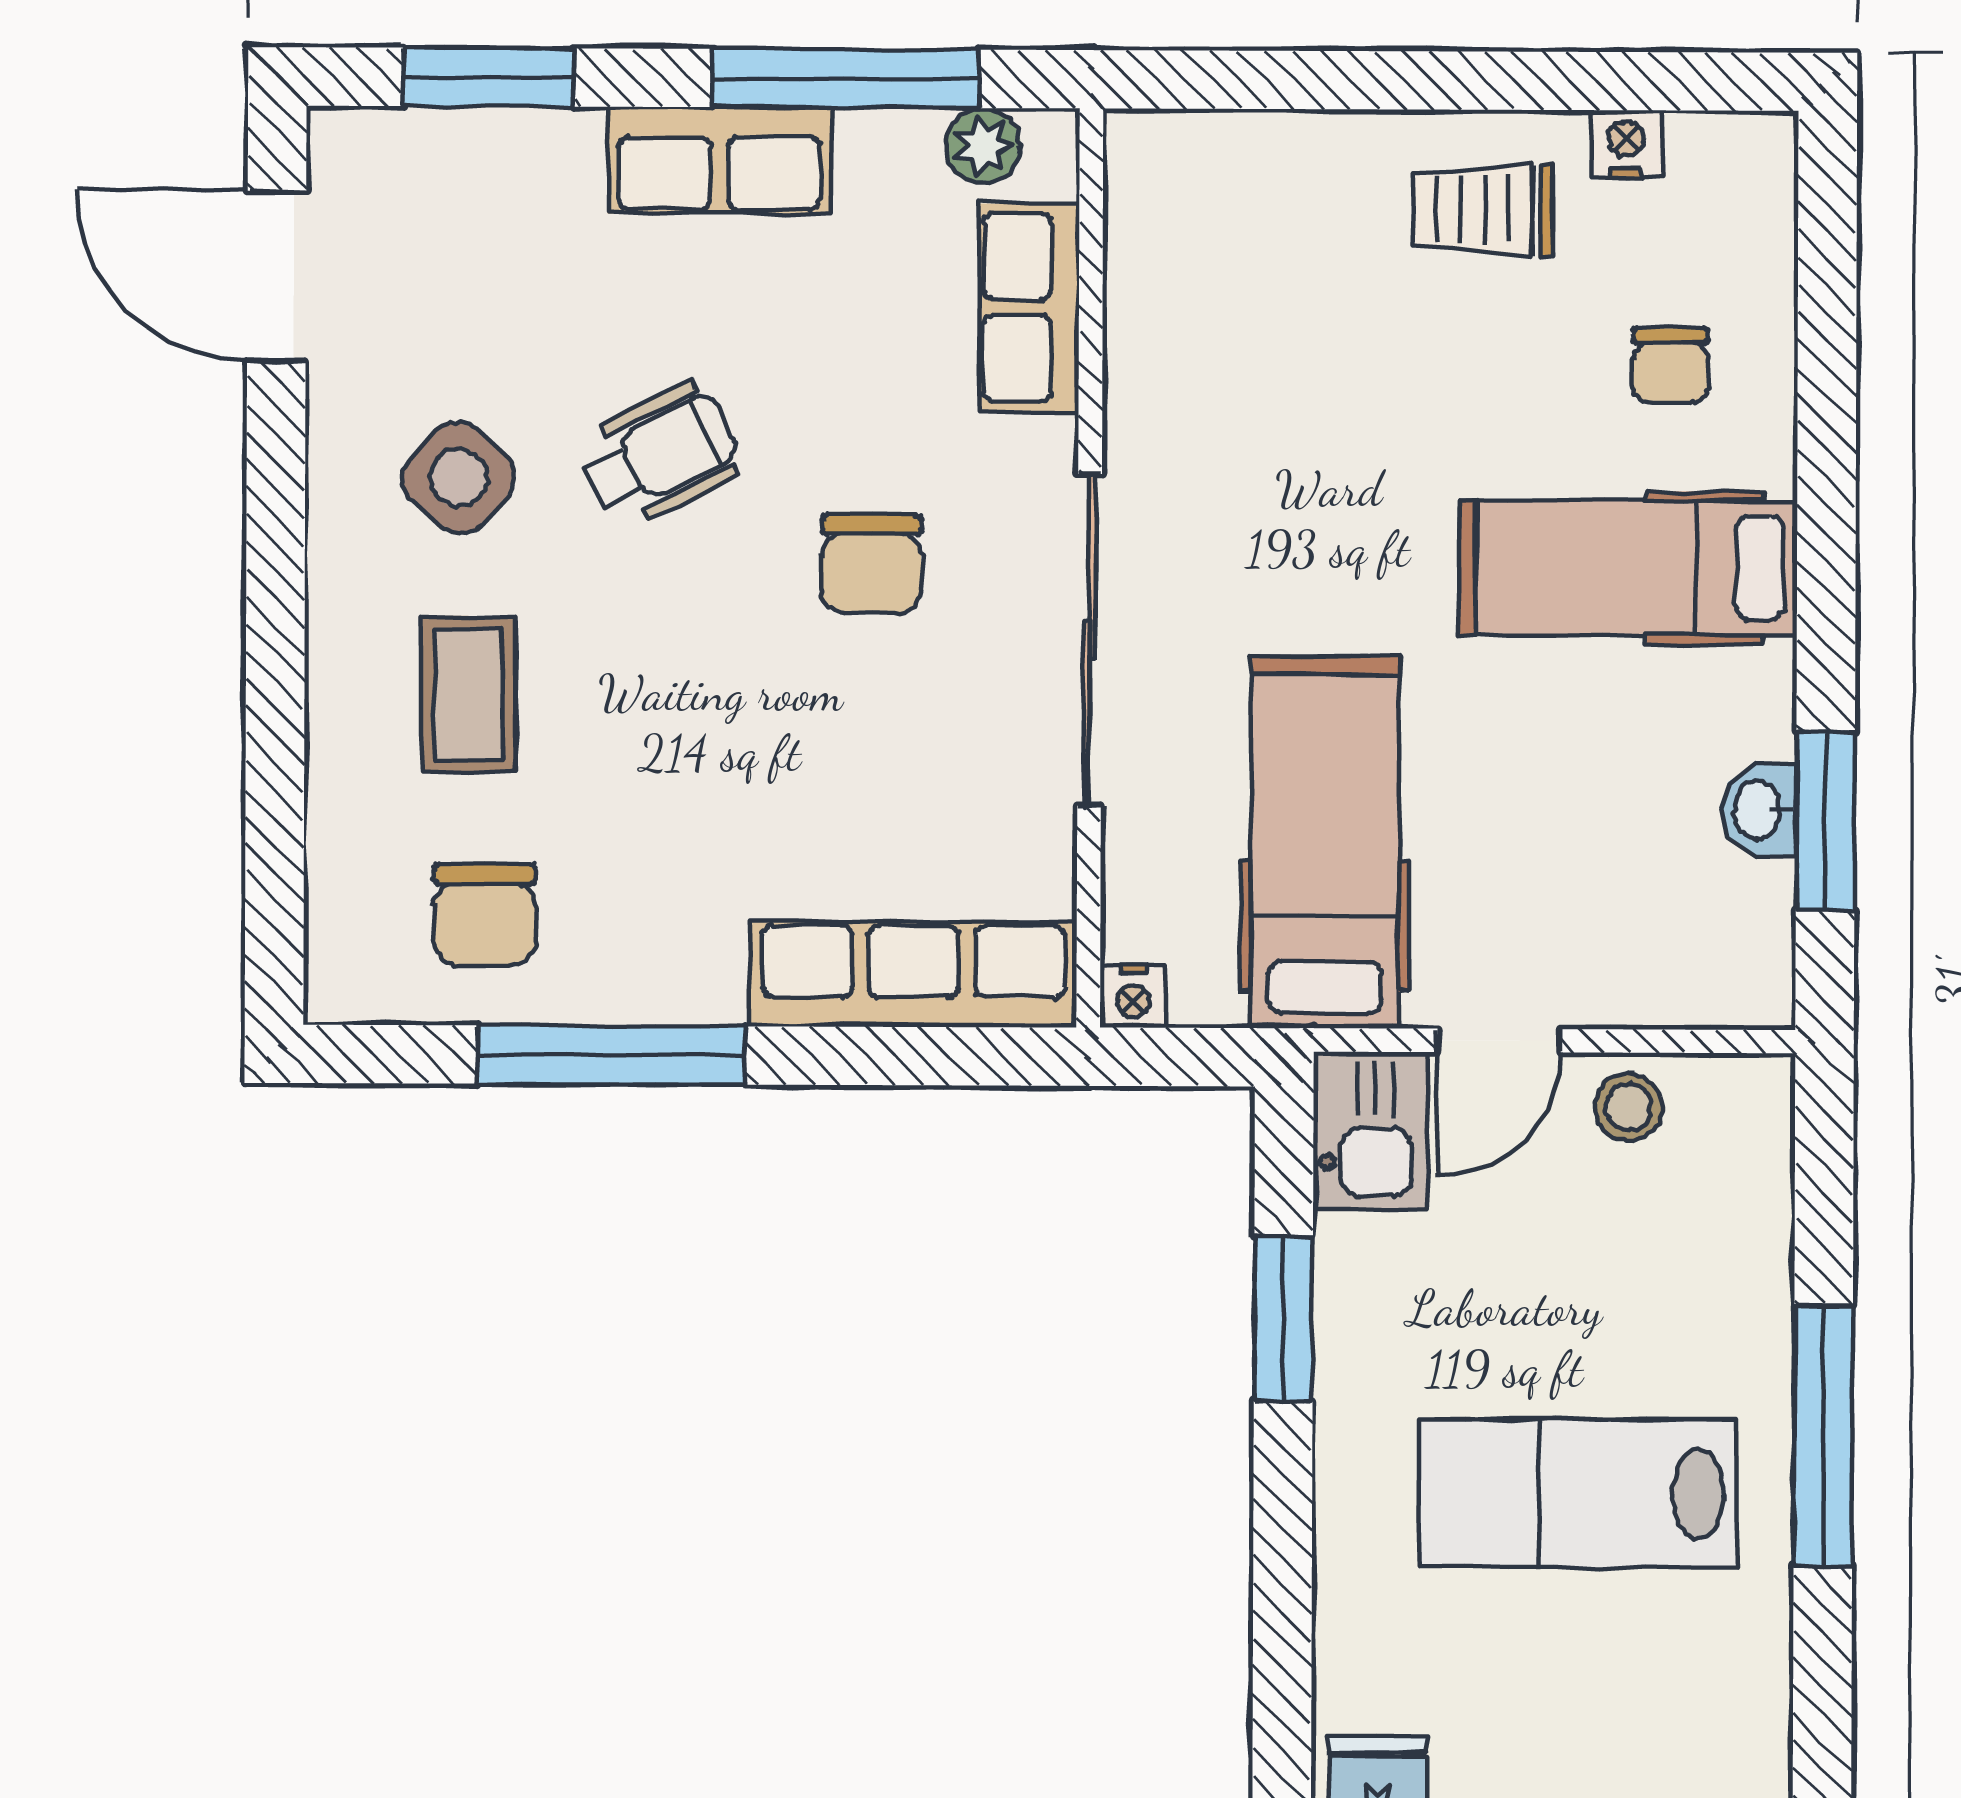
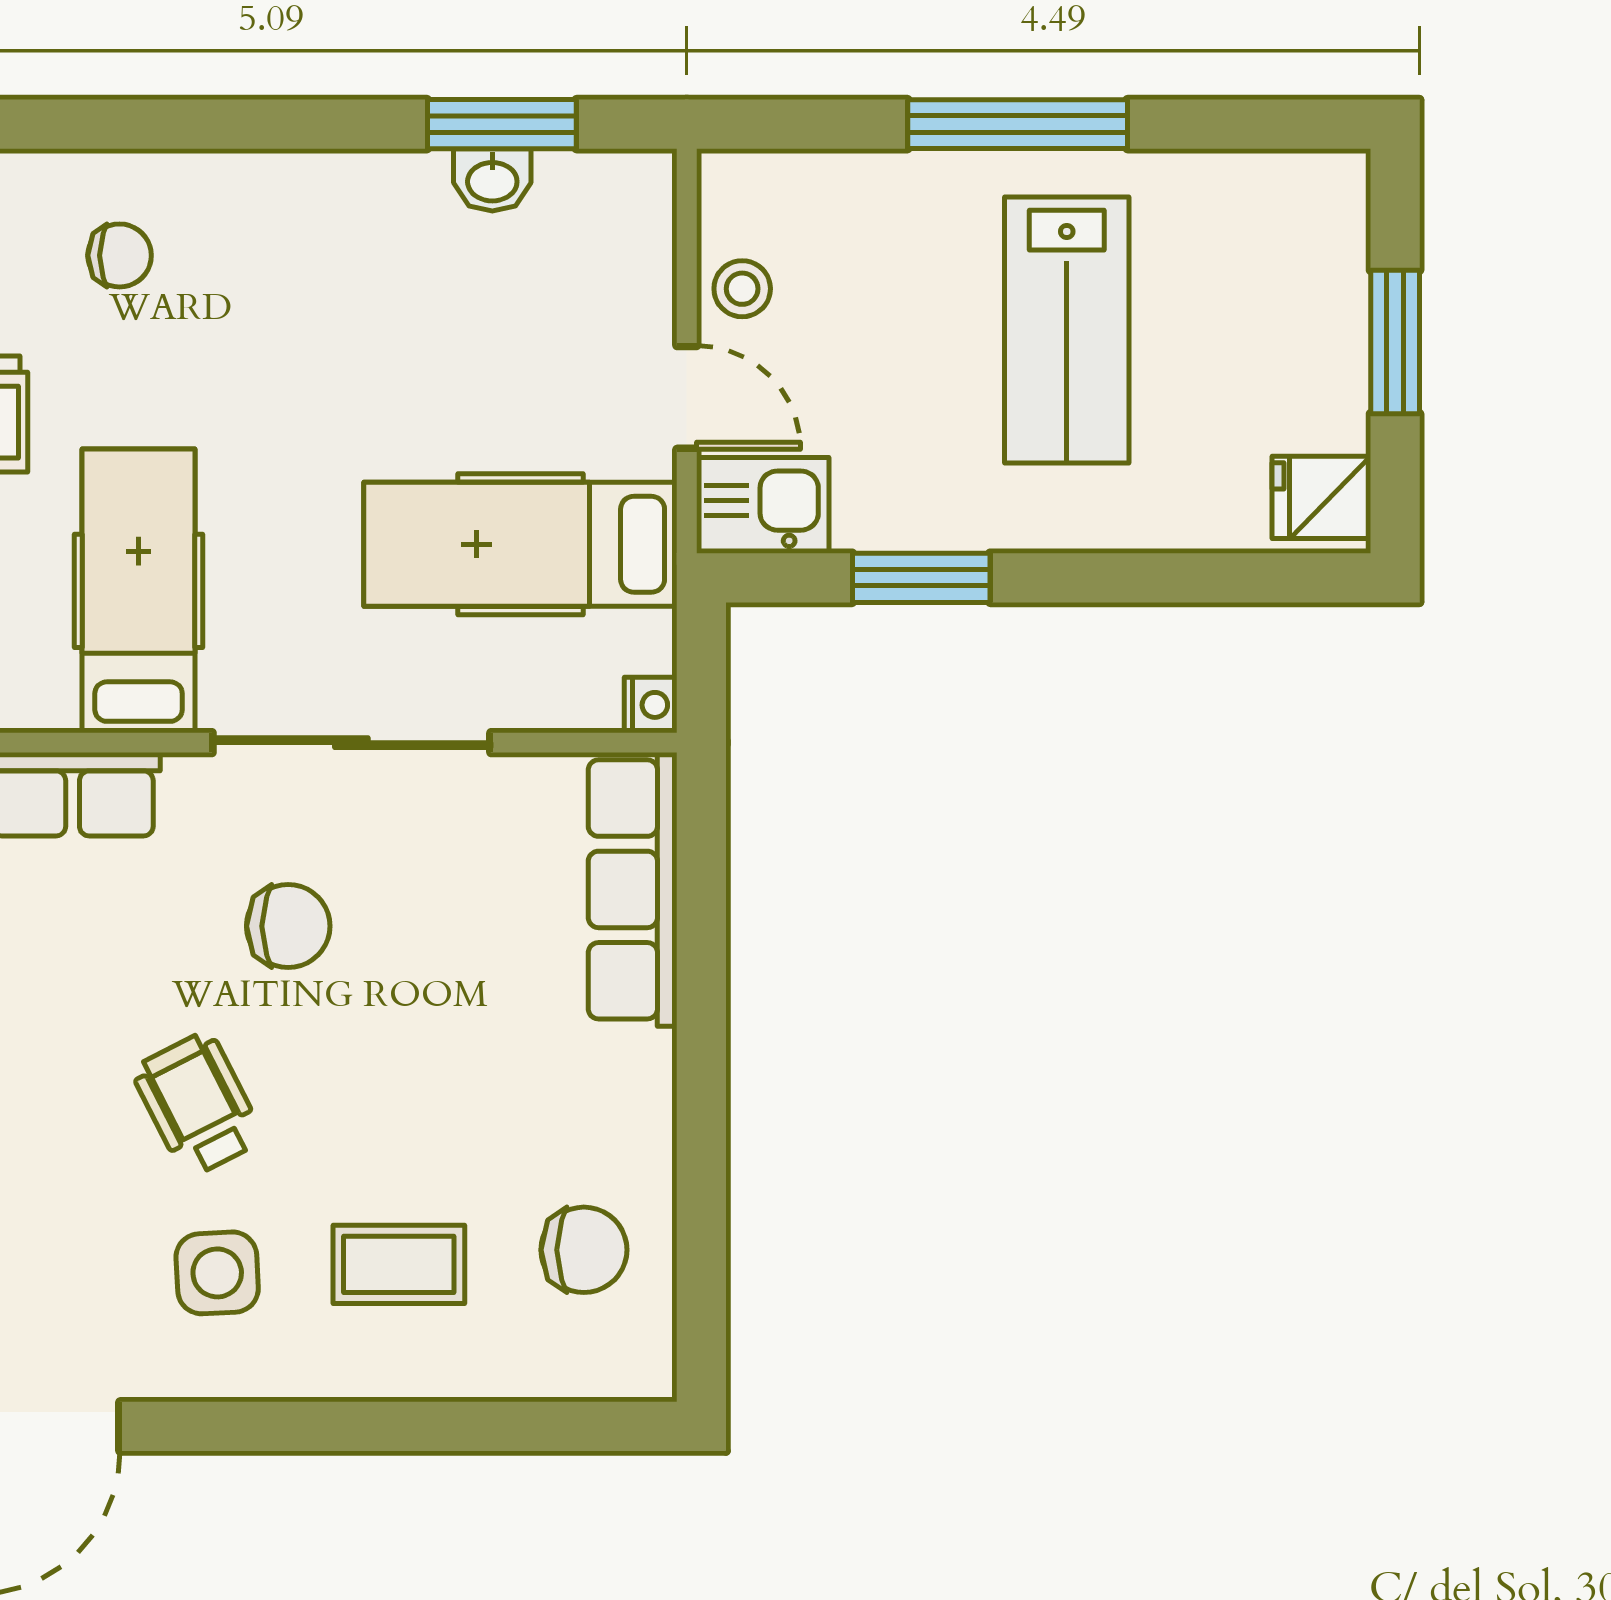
side table: (459, 478) -> (217, 1273), turned 45
hospital bed: (1628, 568) -> (139, 591), moved, turned 180
window: (611, 1055) -> (701, 1143), removed

